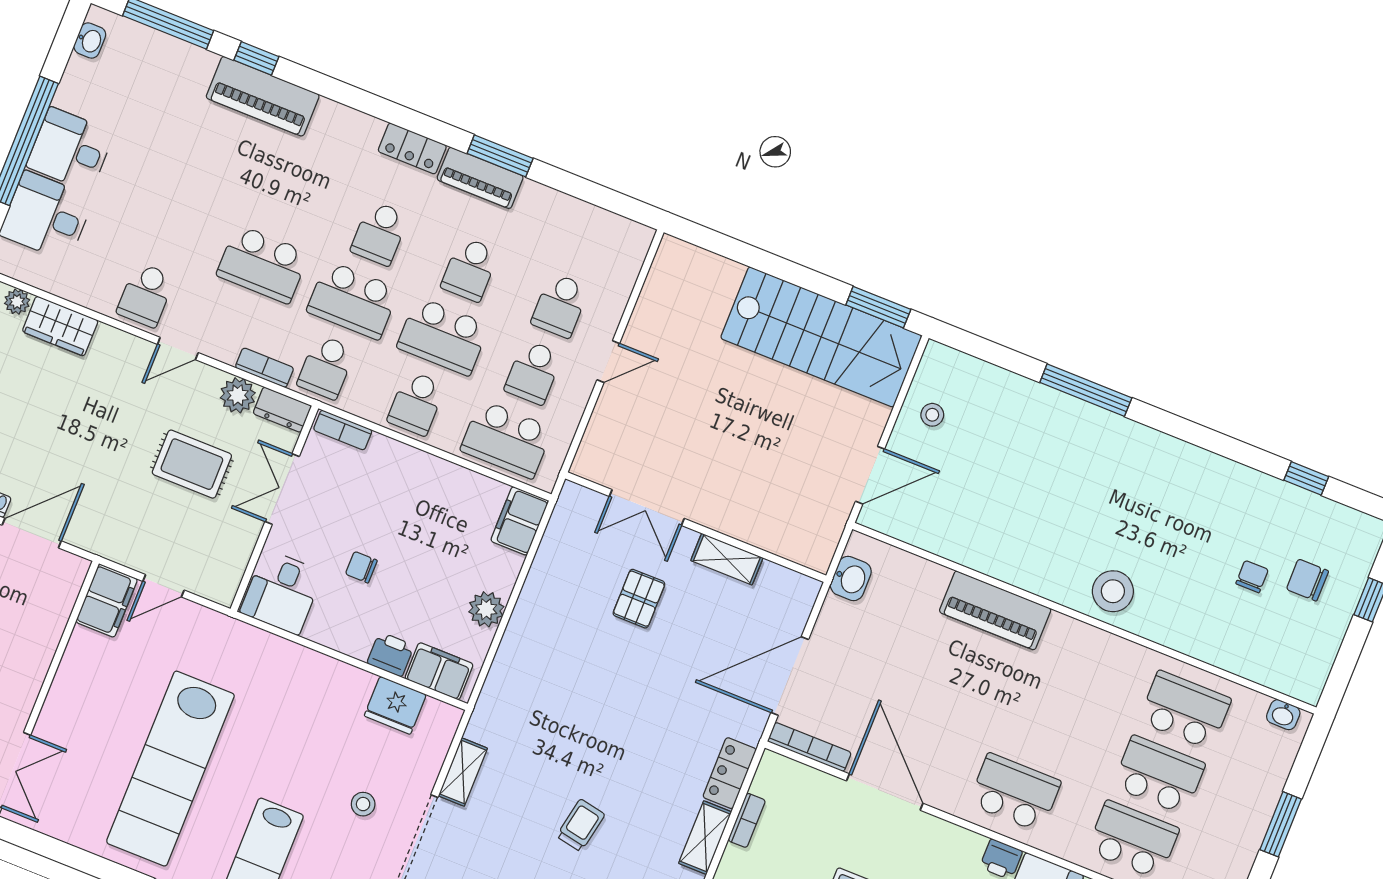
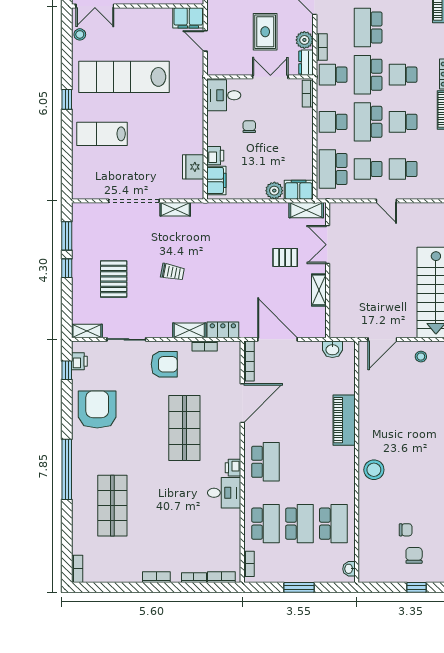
door: (870, 475) -> (382, 339), hinge flipped
shelving: (565, 522) -> (306, 210), added
plant: (486, 609) -> (274, 191), moved
stool: (363, 804) -> (80, 34), moved

